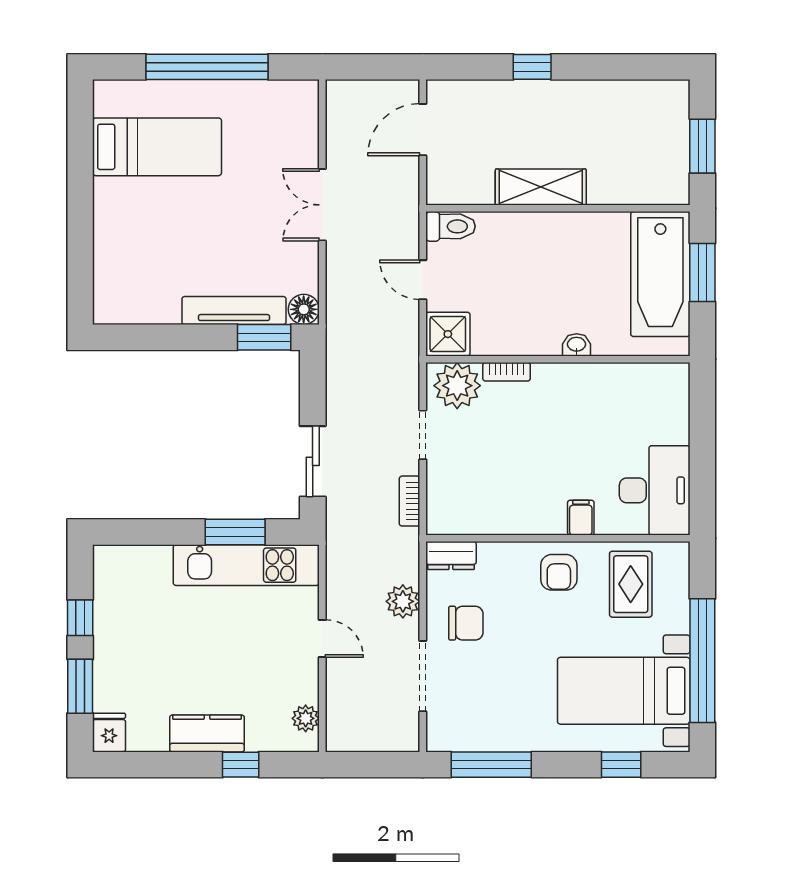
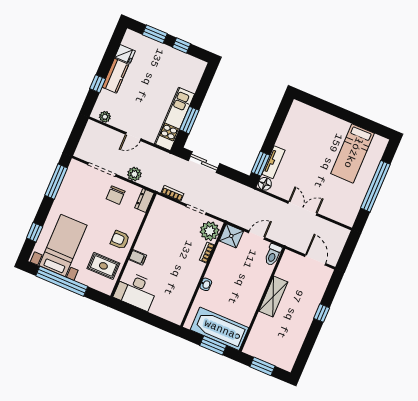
tv unit: (234, 311) -> (273, 162), width x0.71
fridge: (109, 733) -> (125, 54), moved

